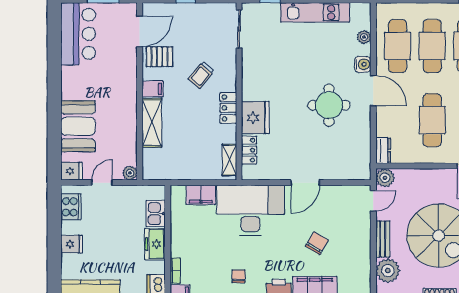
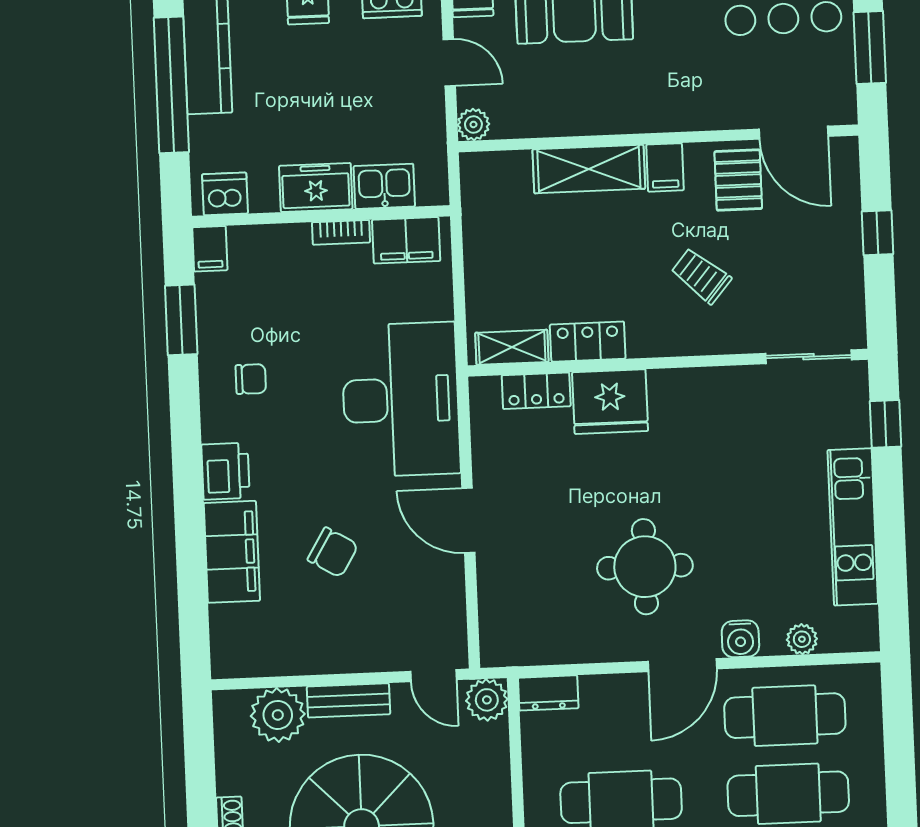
locker: (228, 108) -> (588, 342), moved
filing cabinet: (201, 195) -> (406, 240), moved, turned -90
bookcase: (175, 271) -> (341, 232), moved

